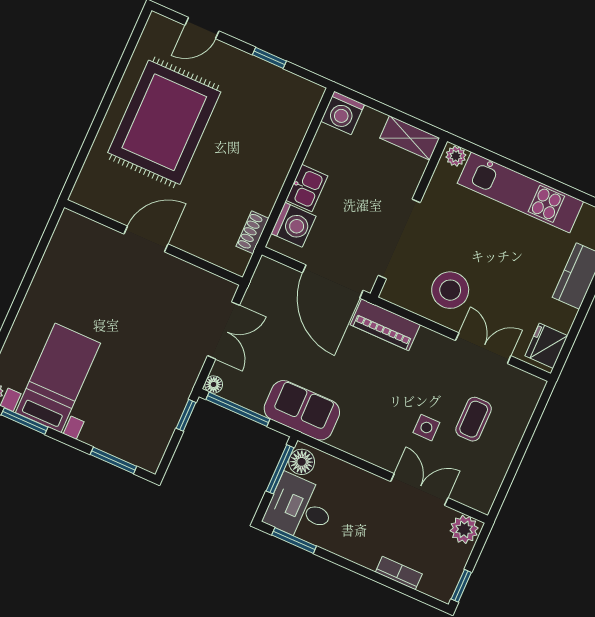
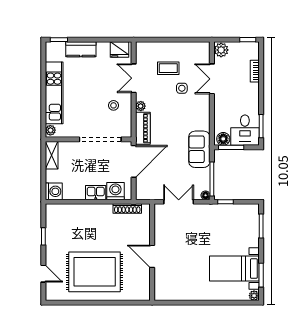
shoe rack: (252, 232) -> (127, 209), width x1.43
stool: (450, 290) -> (113, 105), width x0.53, depth x0.53
plant: (427, 339) -> (141, 106), added

